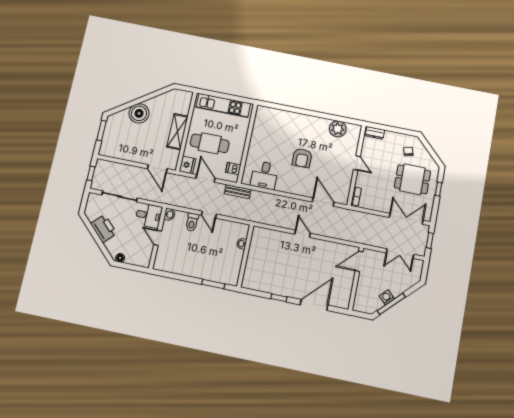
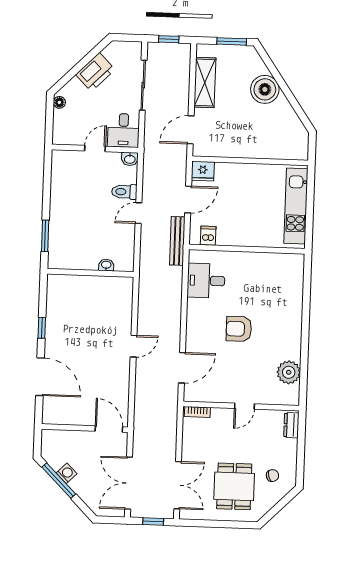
shelving: (177, 132) -> (205, 83), moved, turned 90
cafe table: (210, 143) -> (238, 197), removed
window: (438, 189) -> (226, 524), removed
bench: (238, 192) -> (177, 241), width x1.36
double door: (400, 254) -> (129, 483), width x1.37

